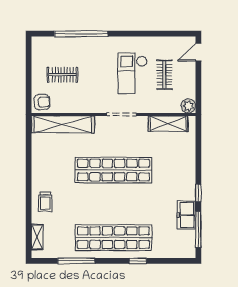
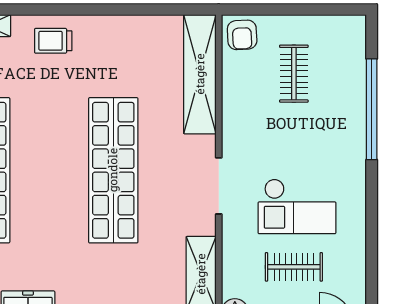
checkout: (132, 73) -> (297, 206), turned 180

